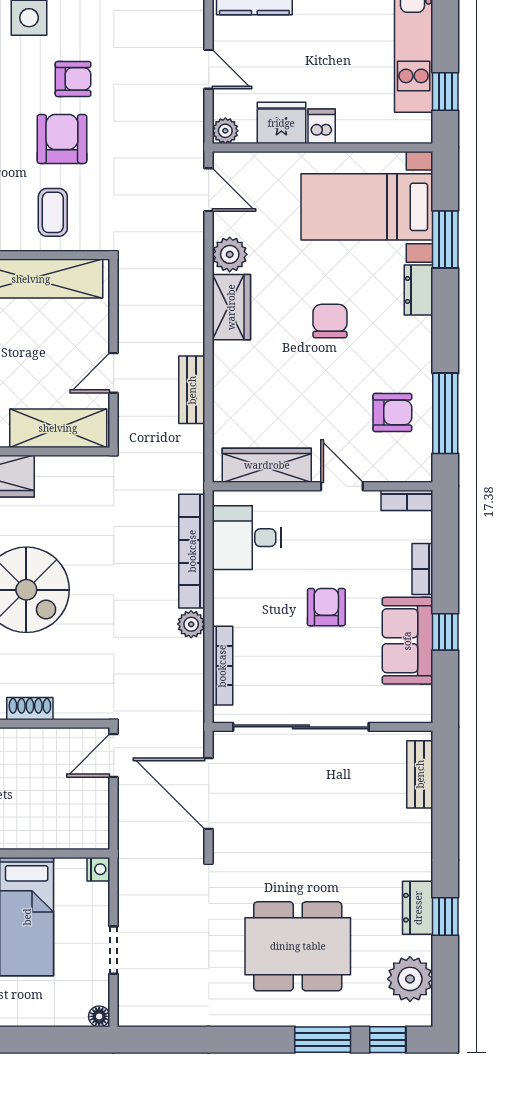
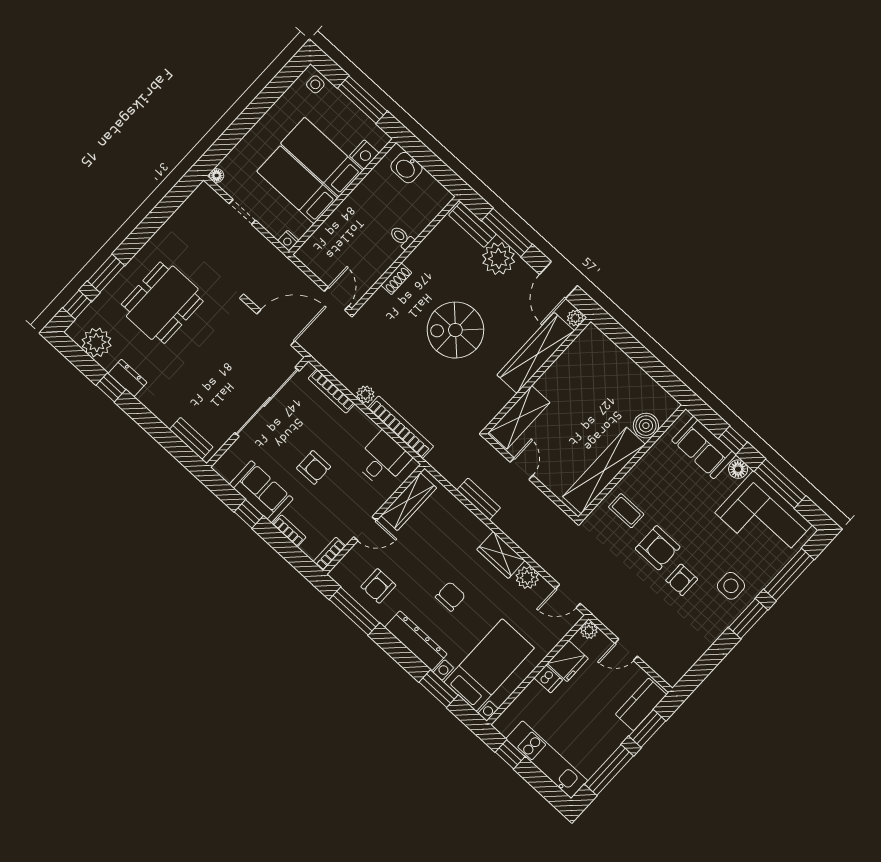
dresser: (419, 290) -> (416, 641), width x1.96, depth x1.24
chair: (330, 321) -> (450, 596), turned -90

